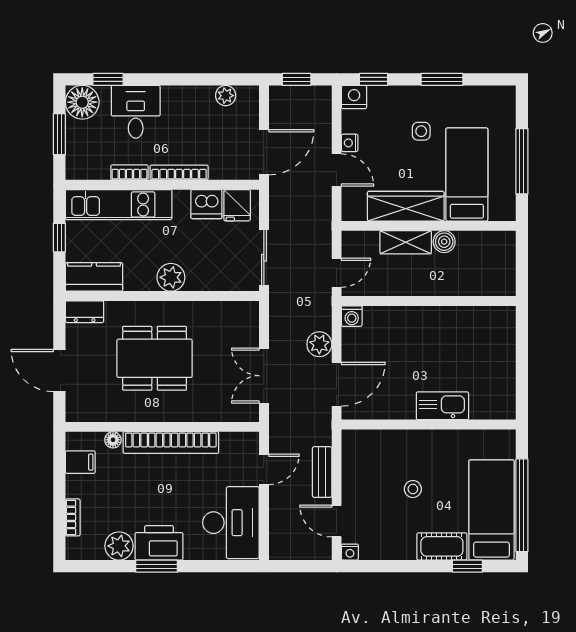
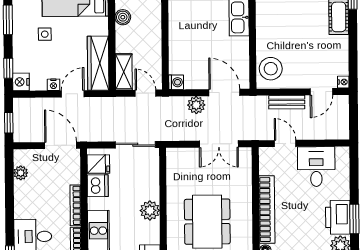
wardrobe: (406, 206) -> (98, 63), moved
shelving: (406, 242) -> (124, 72), moved
stool: (413, 489) -> (271, 69), moved, width x1.89, depth x1.89
desk: (231, 523) -> (316, 167), width x0.73

